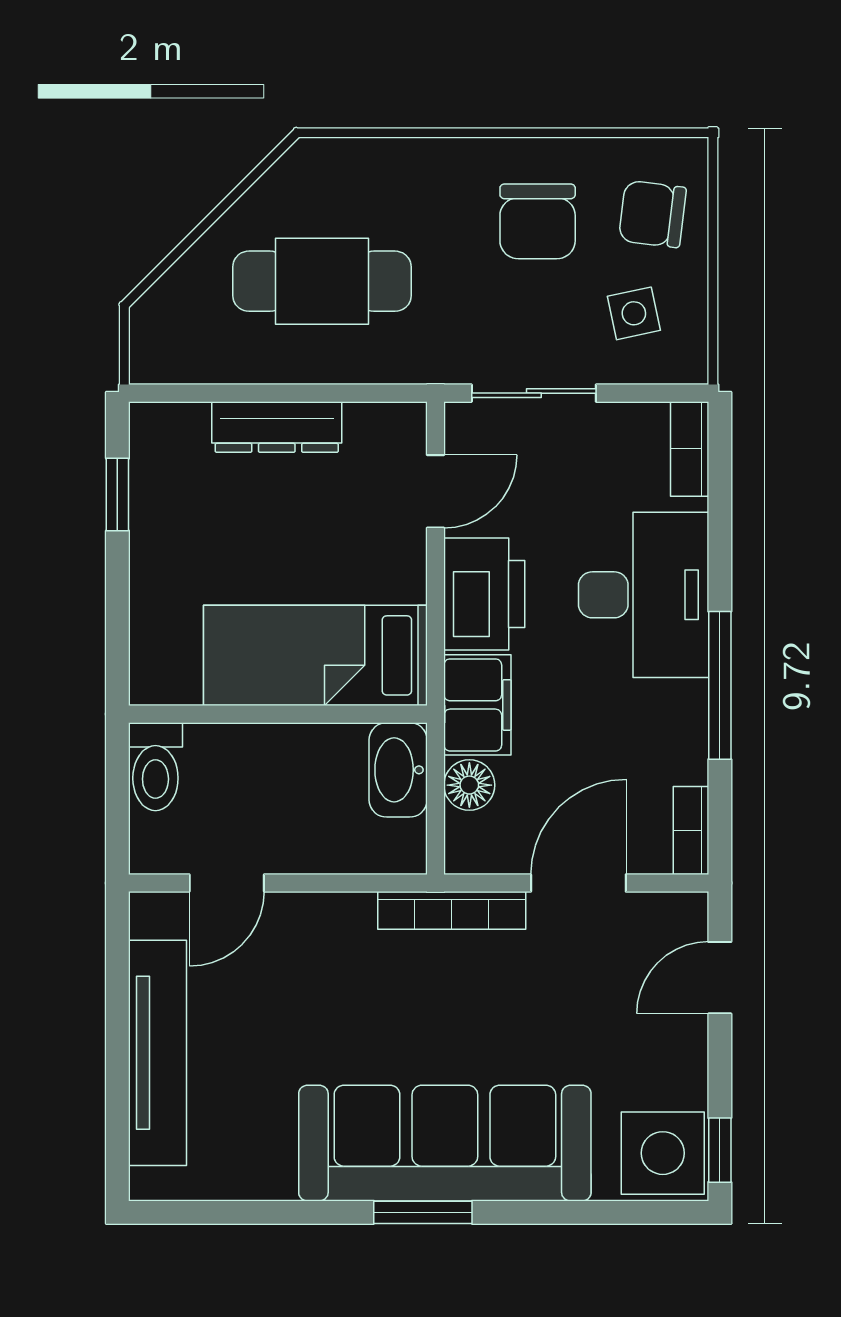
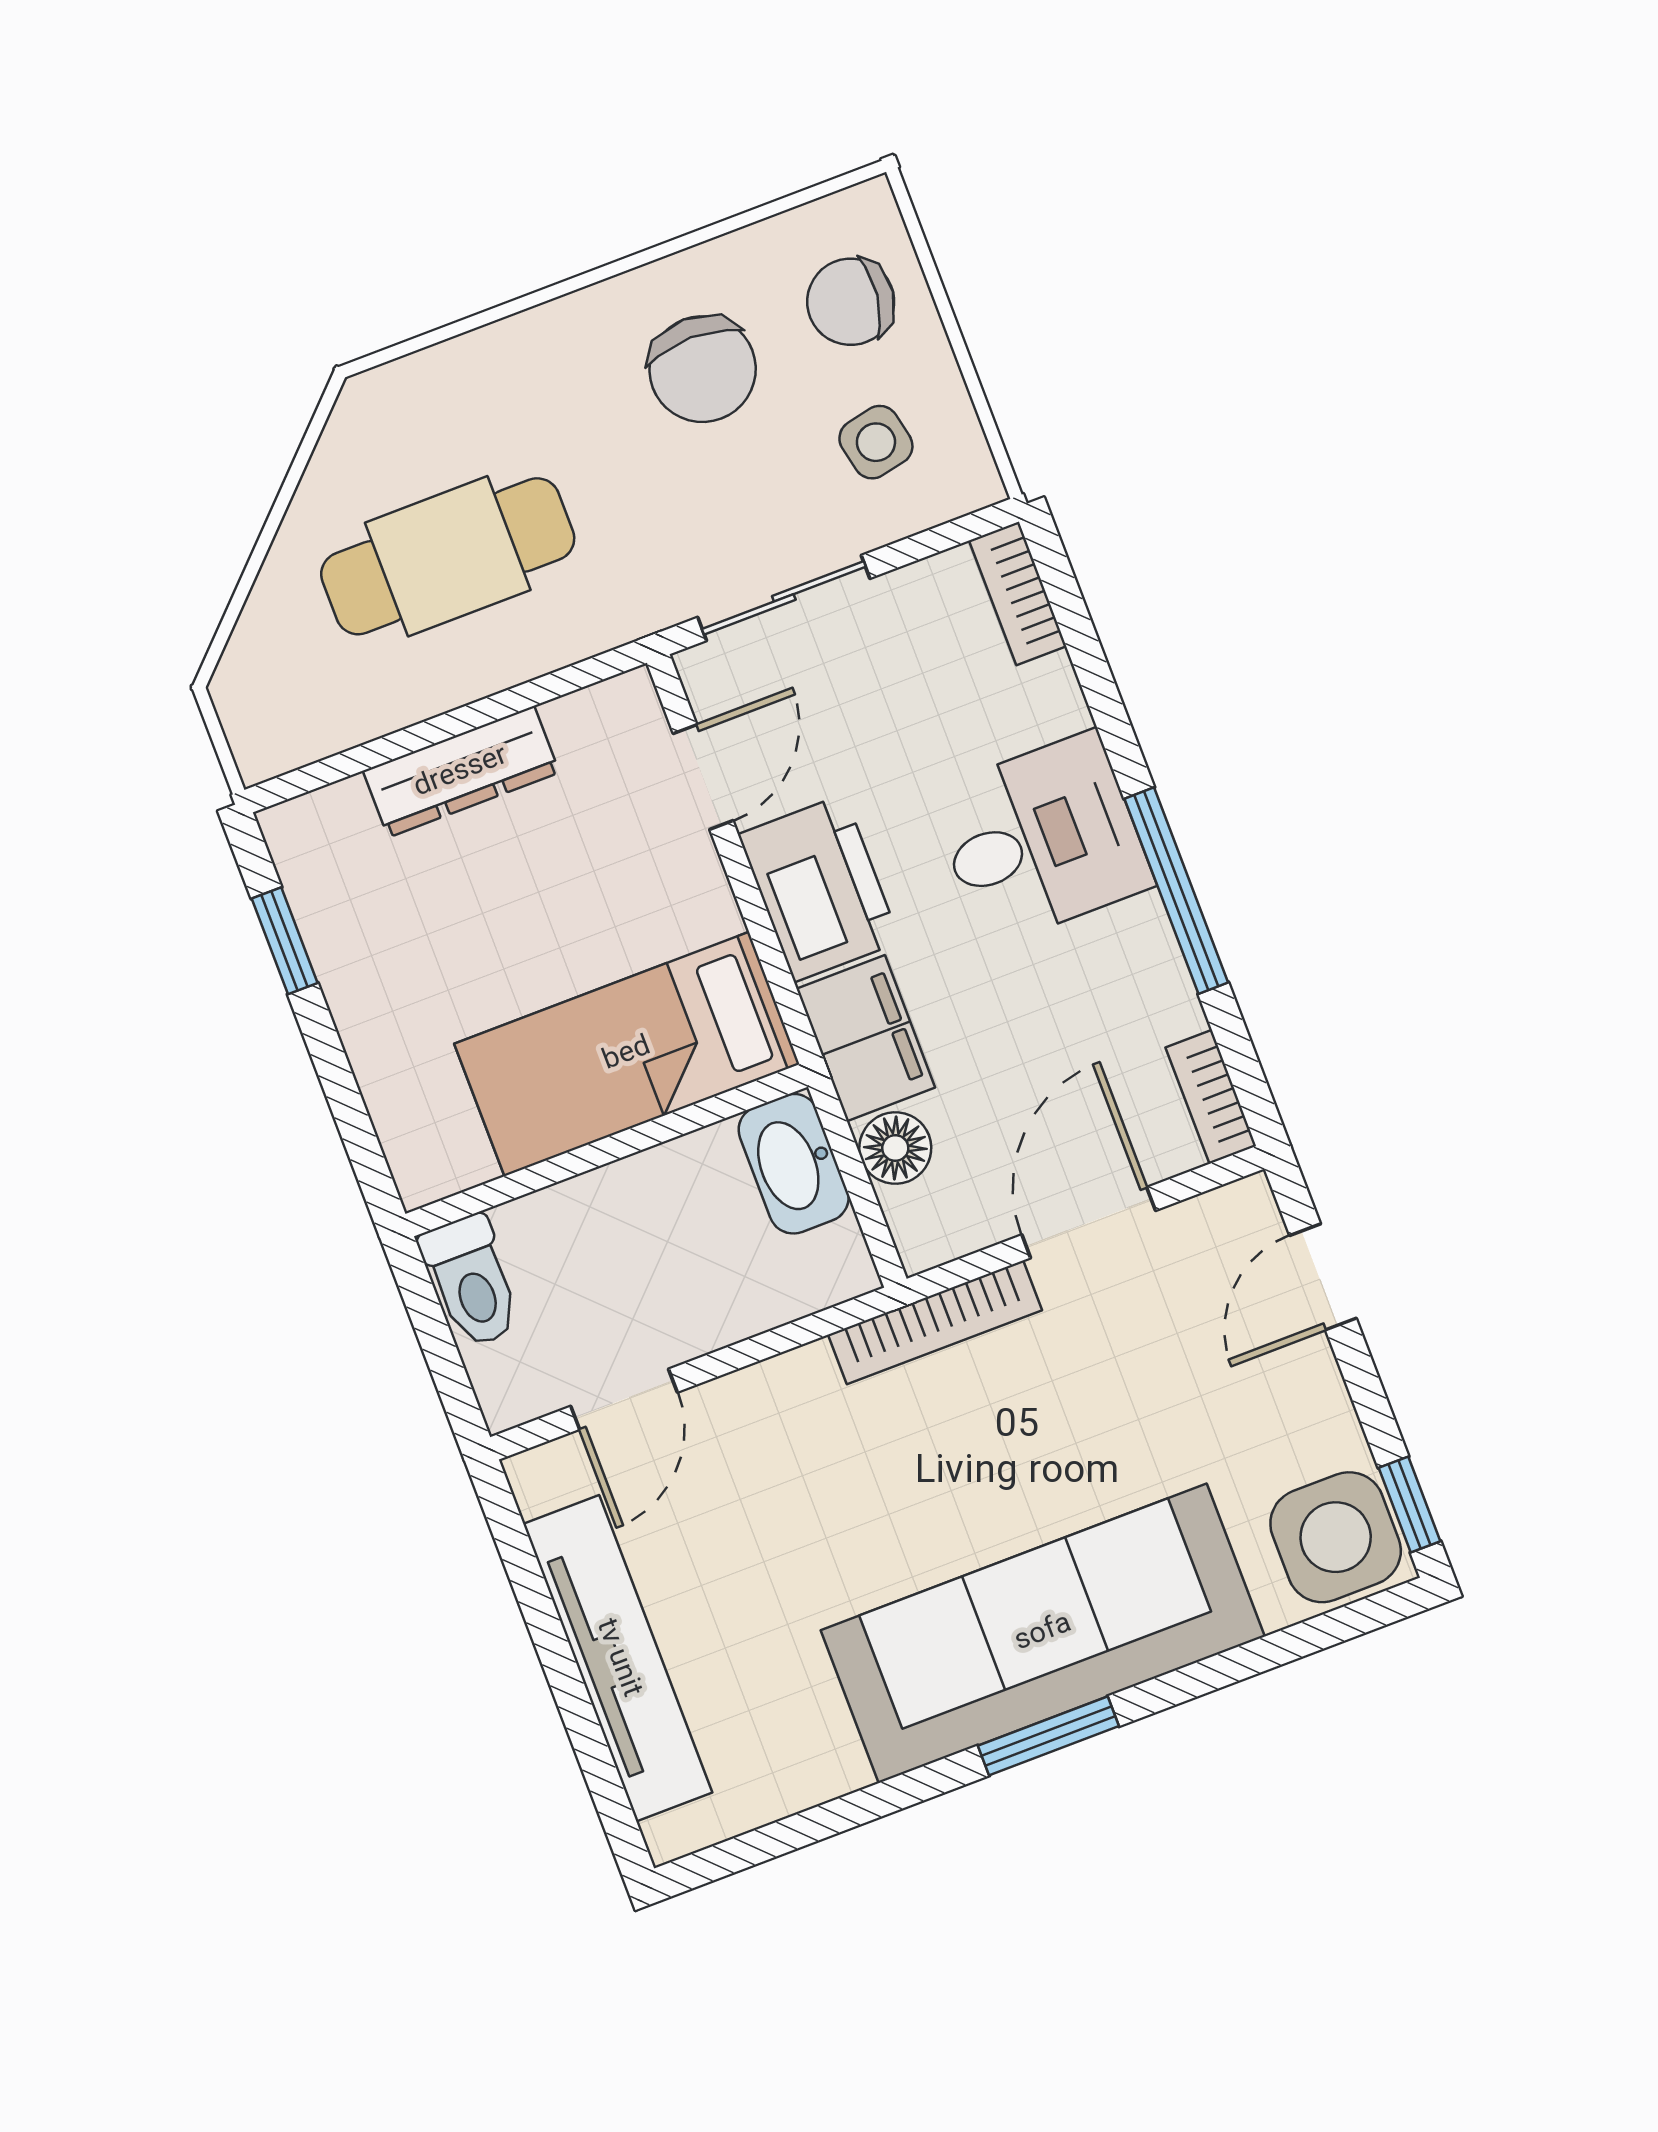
desk: (644, 595) -> (1041, 839), width x0.73

